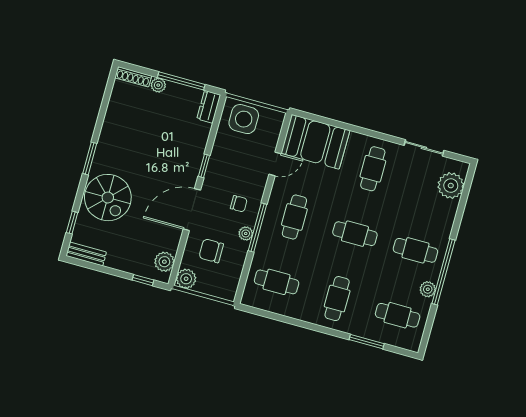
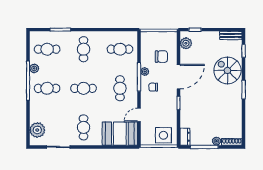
plant: (186, 279) -> (171, 37), removed

